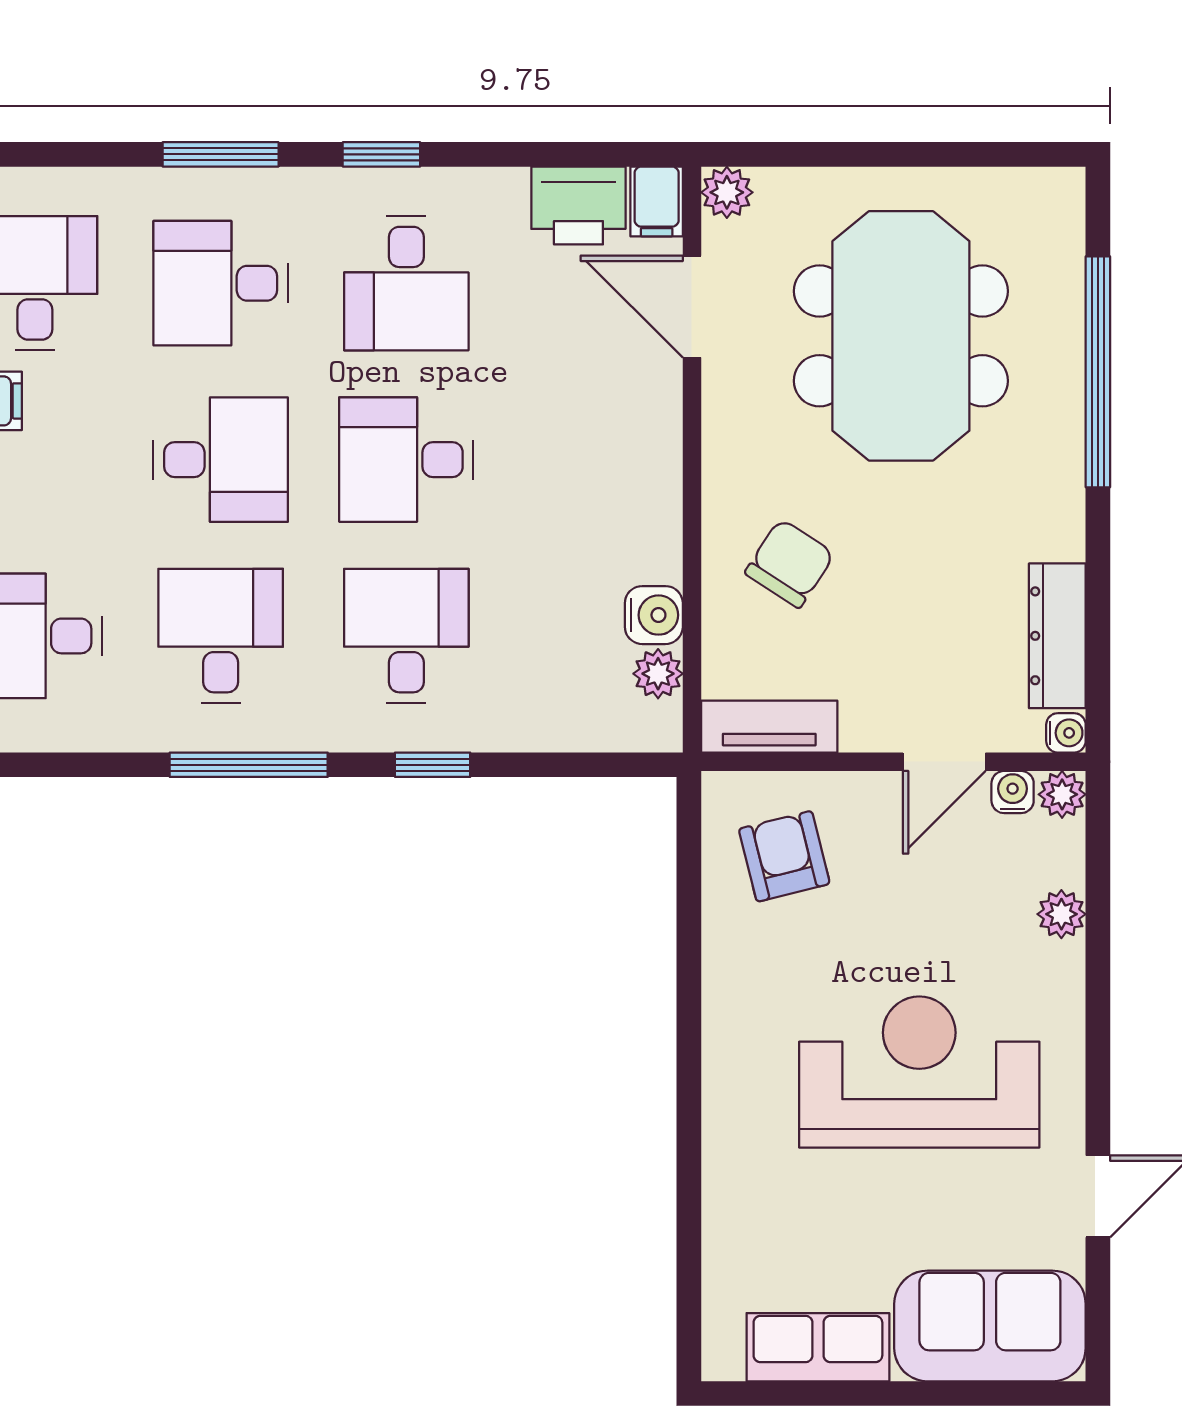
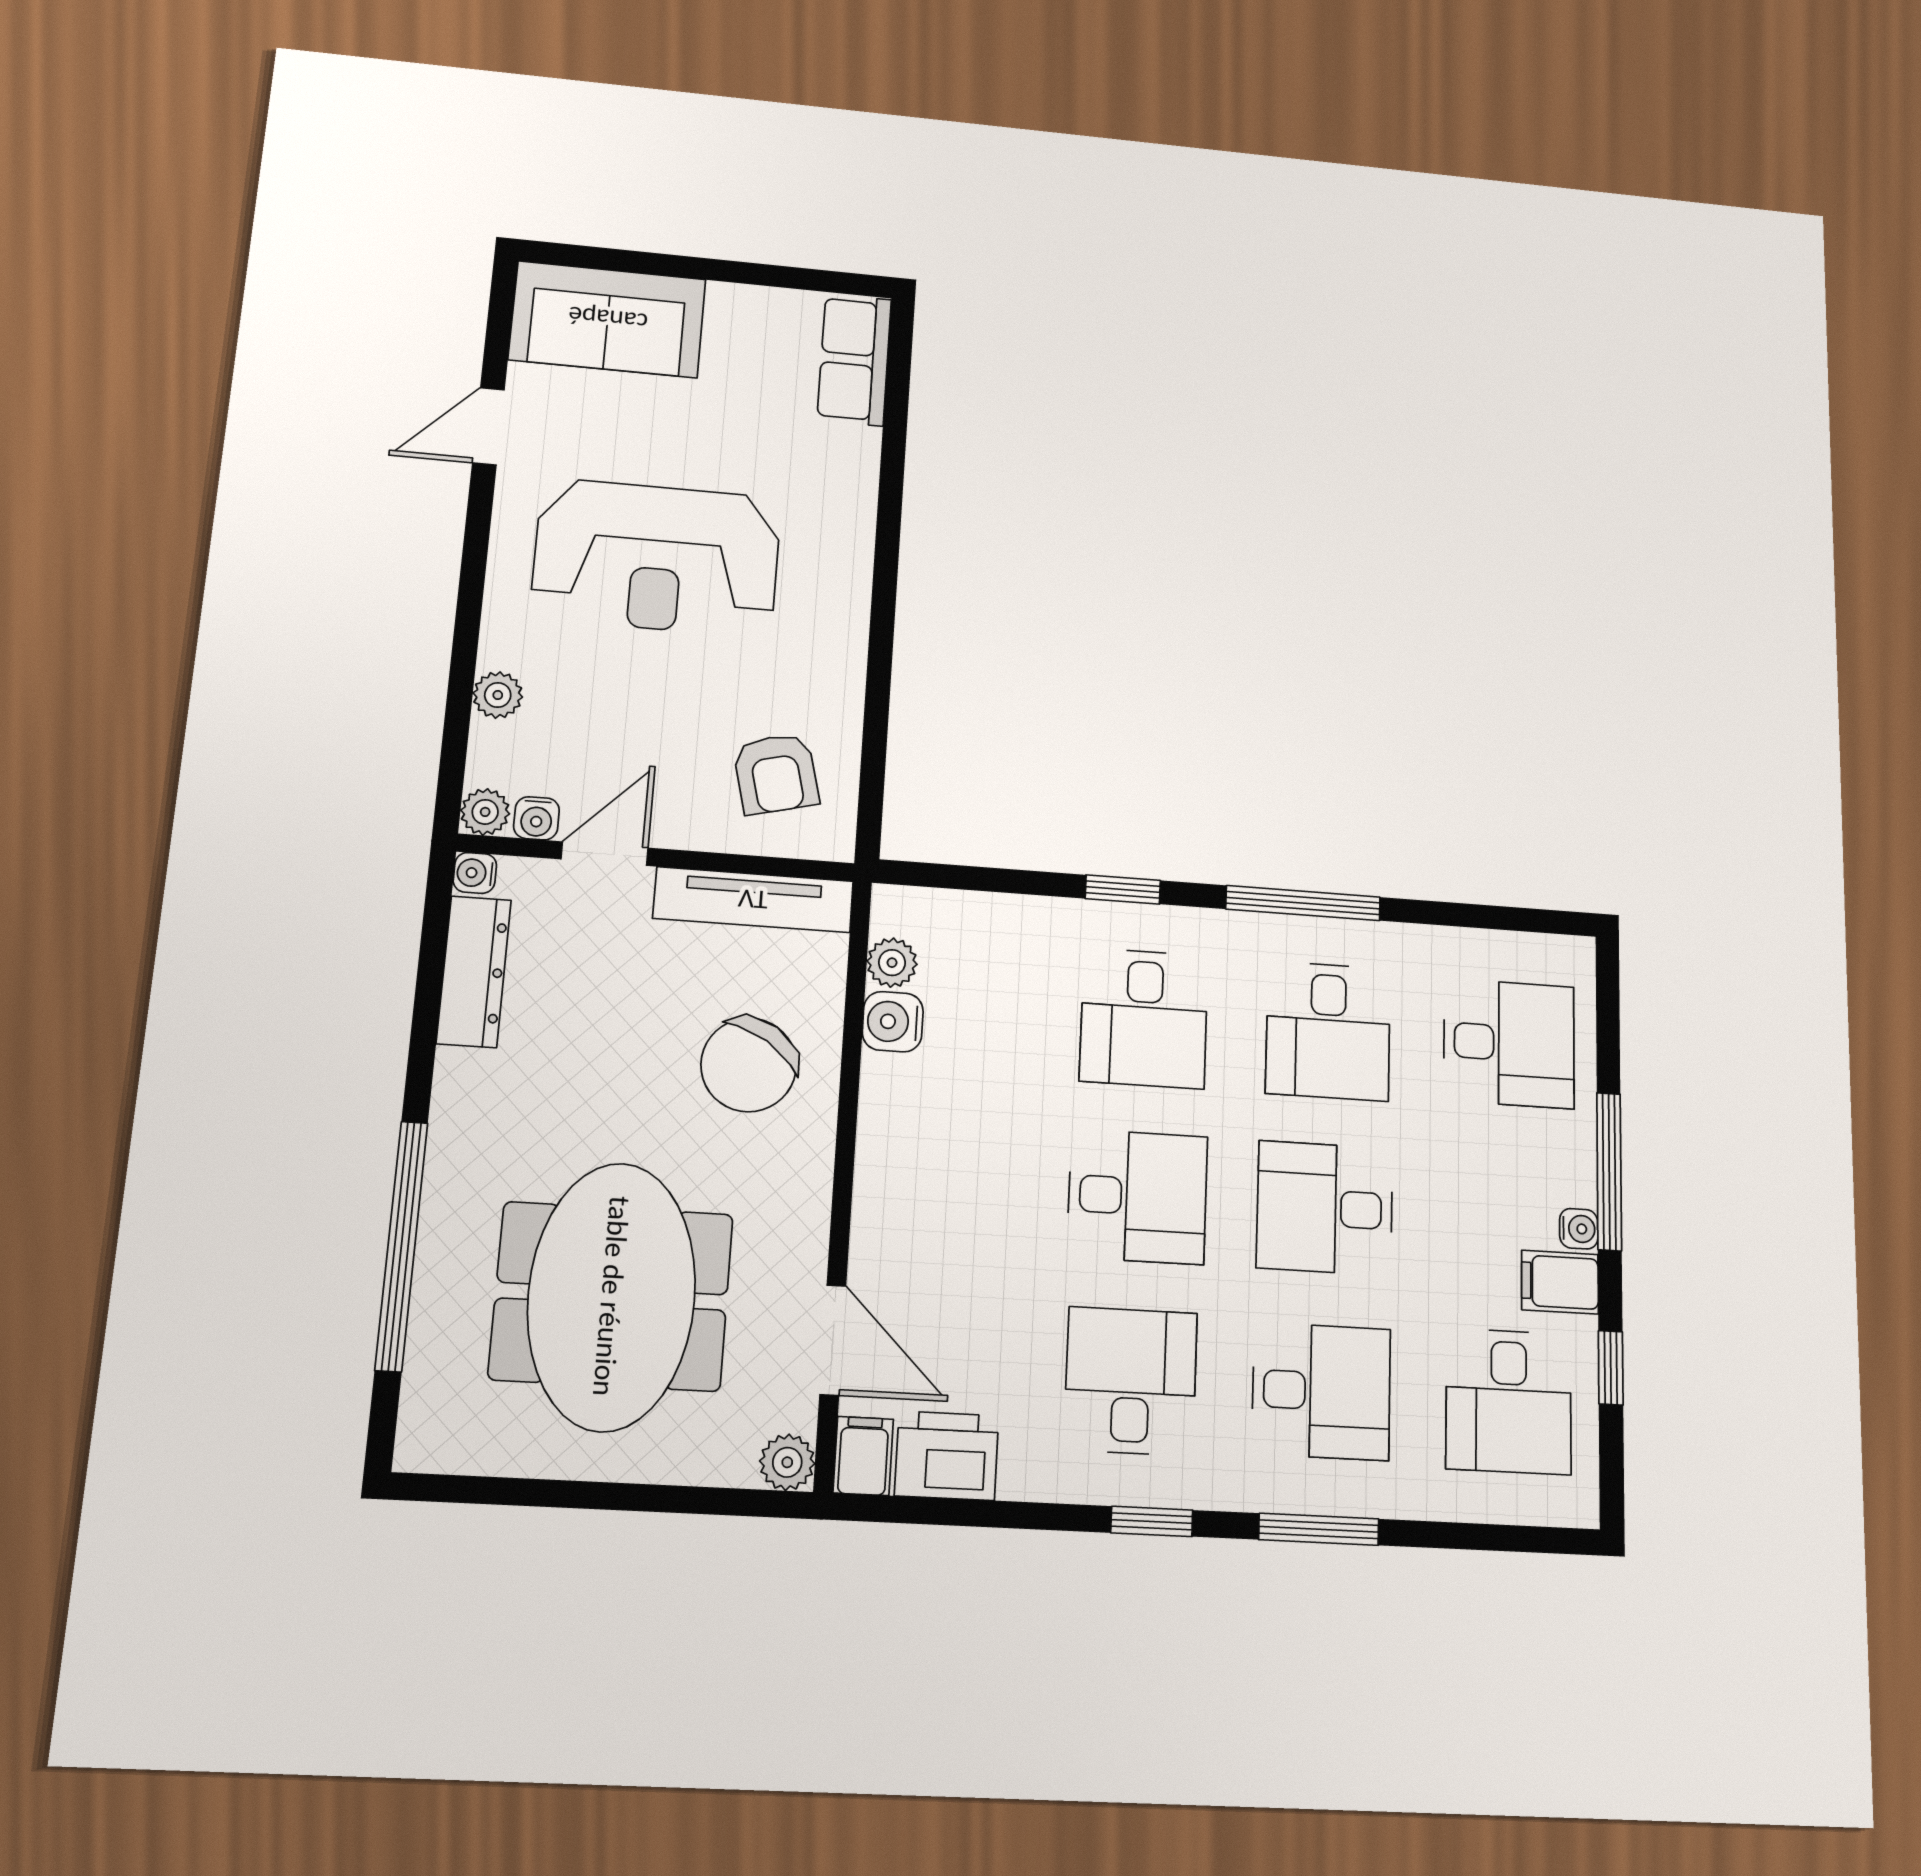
chair: (790, 563) -> (749, 1065), width x1.37, depth x1.37
tv unit: (769, 727) -> (753, 900), width x1.41
row of seats: (818, 1347) -> (854, 360), moved, turned 90

